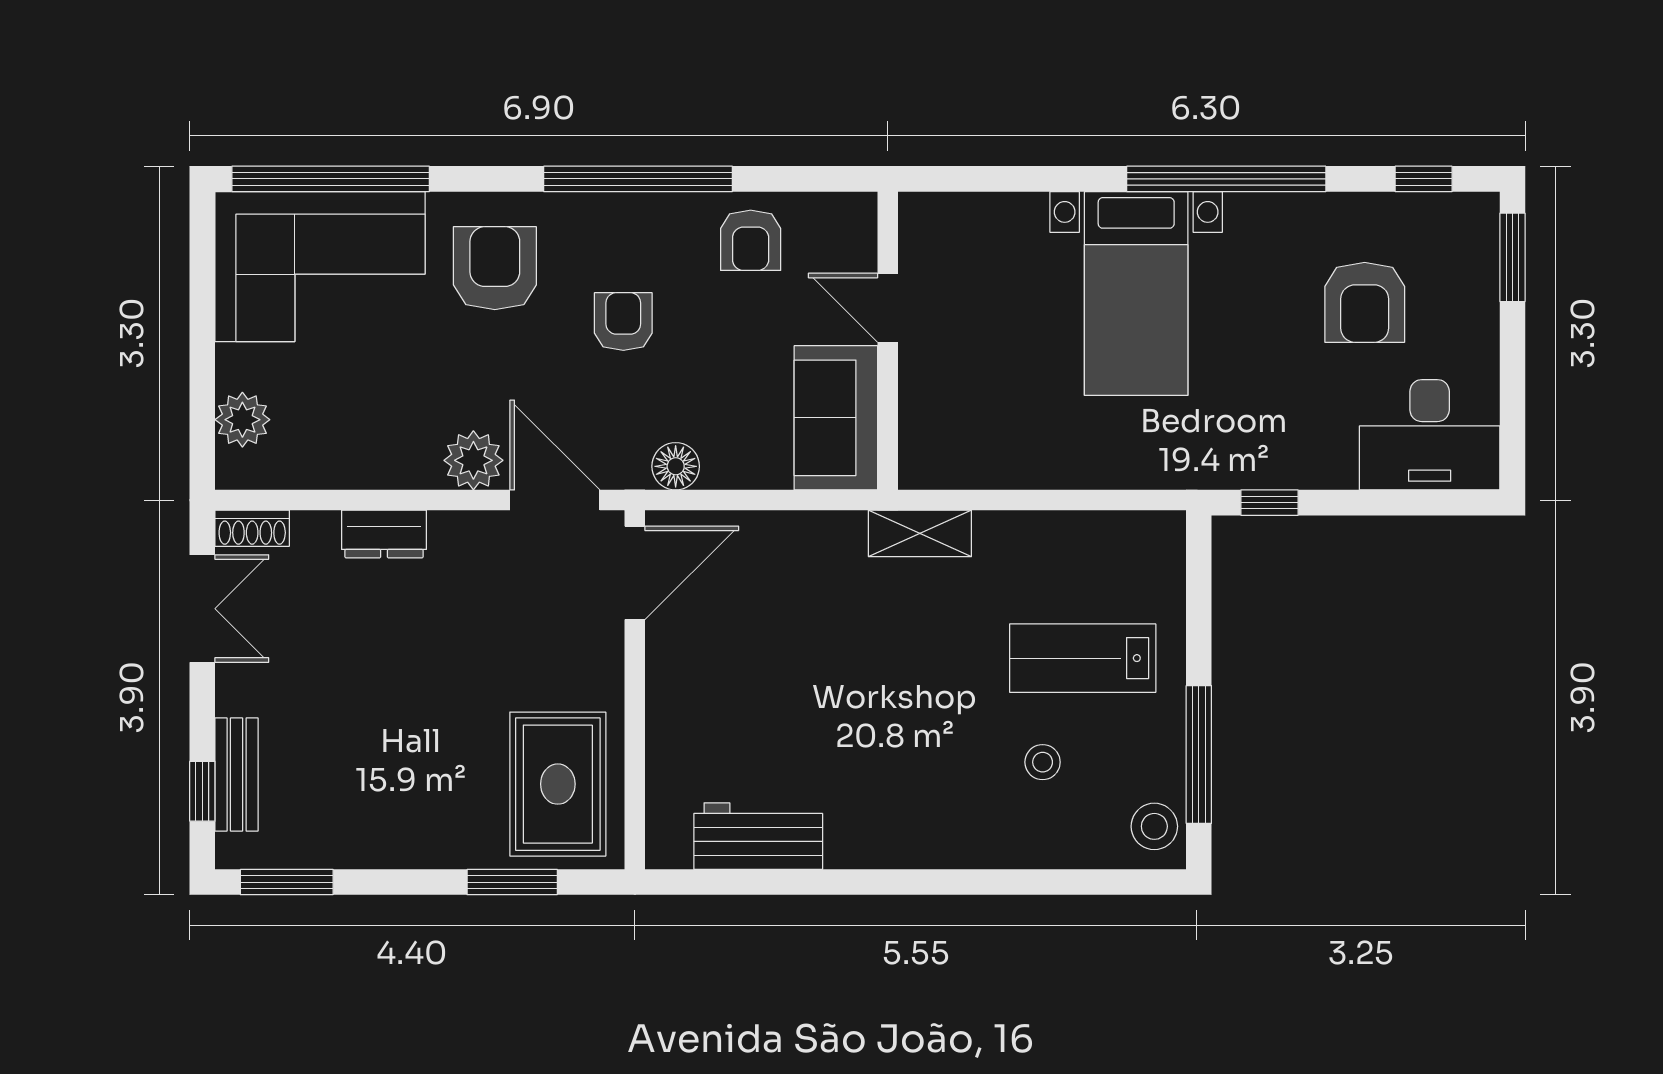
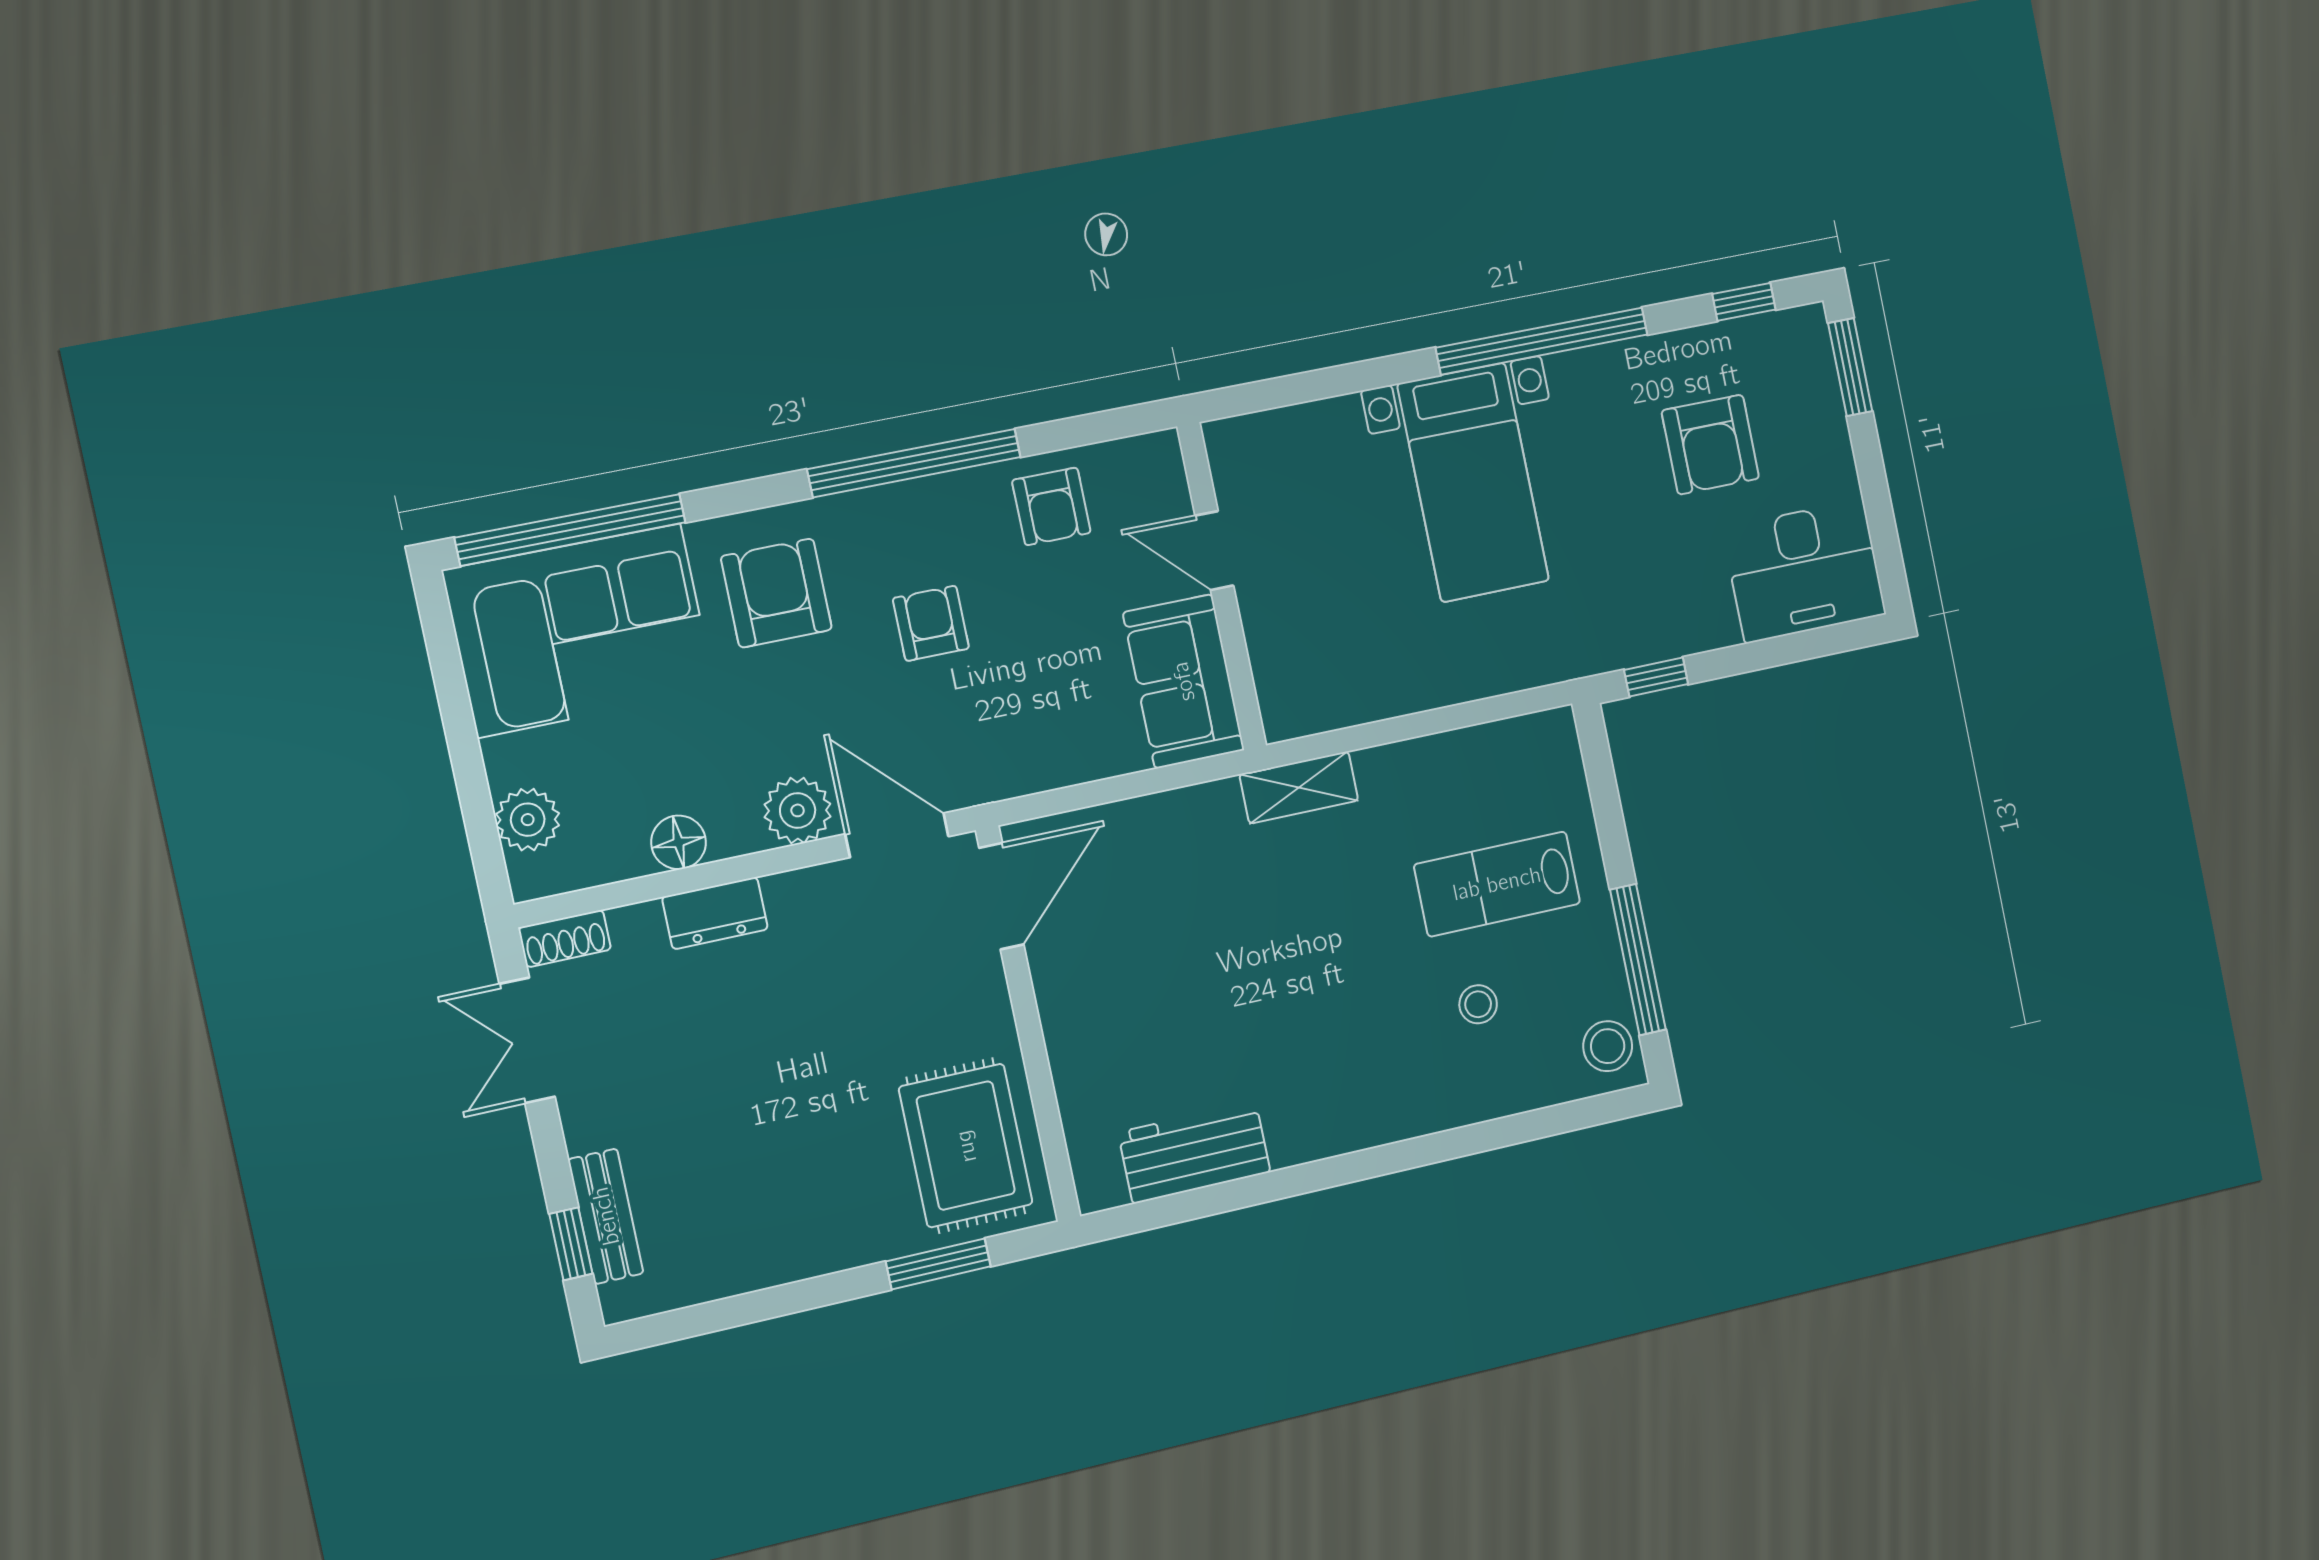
floor lamp: (676, 466) -> (679, 842), moved
double door: (202, 609) -> (527, 1040), swing flipped
window: (287, 882) -> (688, 1322), removed

